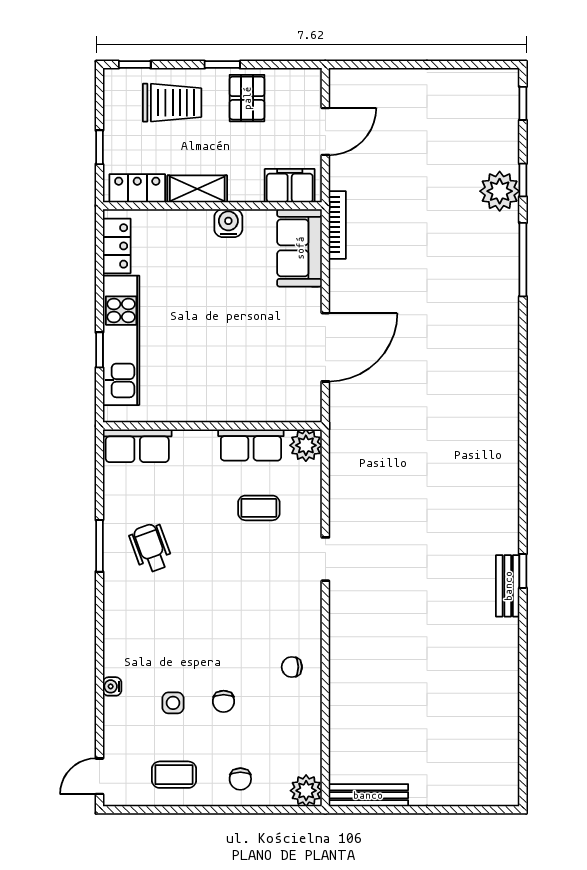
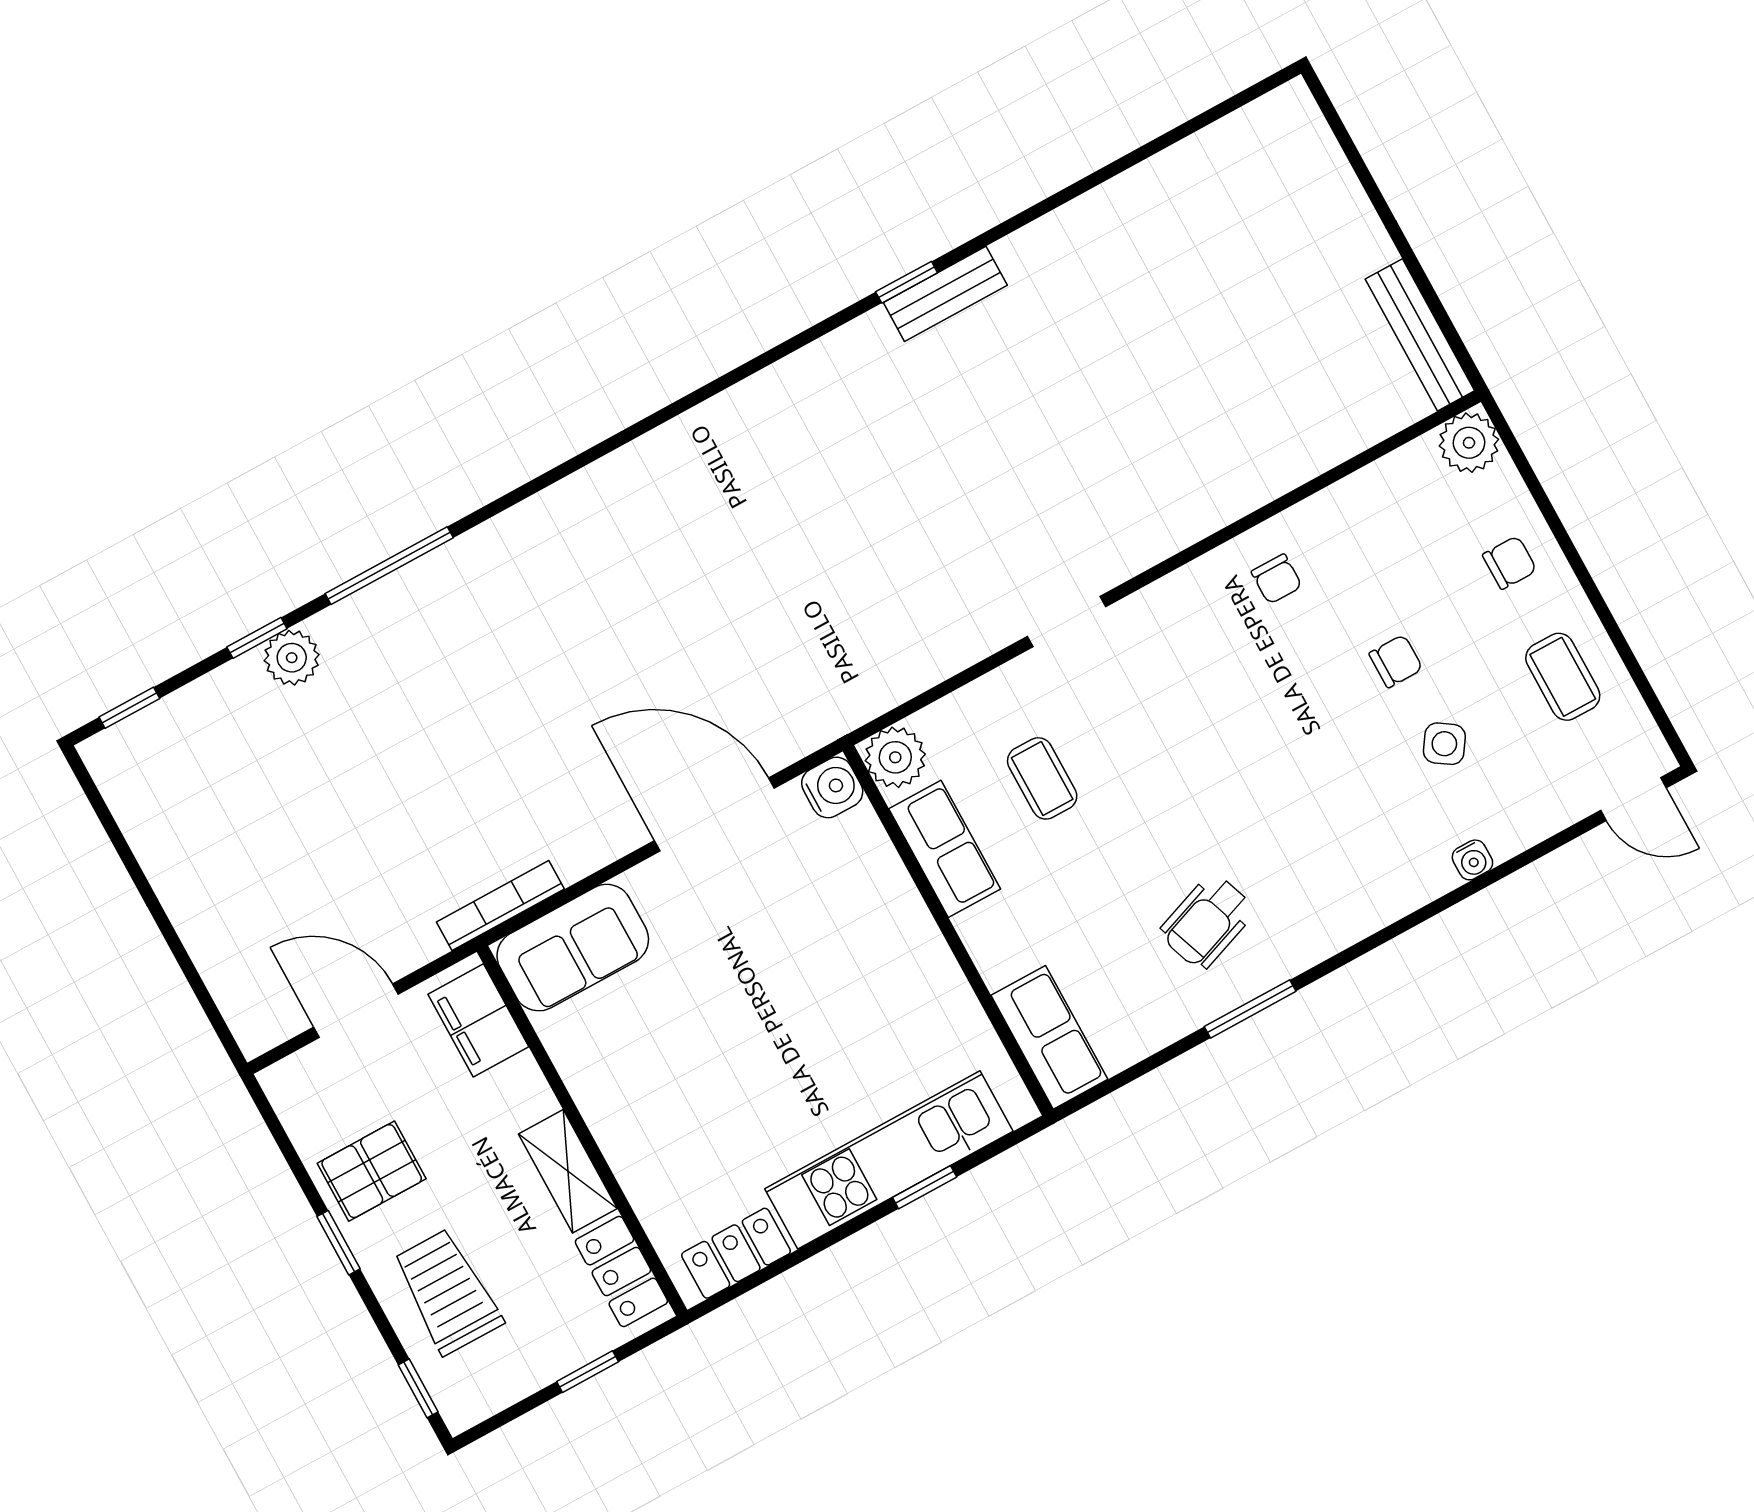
plant: (500, 191) -> (292, 658), width x0.73, depth x0.73
water cooler: (228, 223) -> (832, 787), moved, turned 180
side table: (173, 703) -> (1444, 744), turned 34

